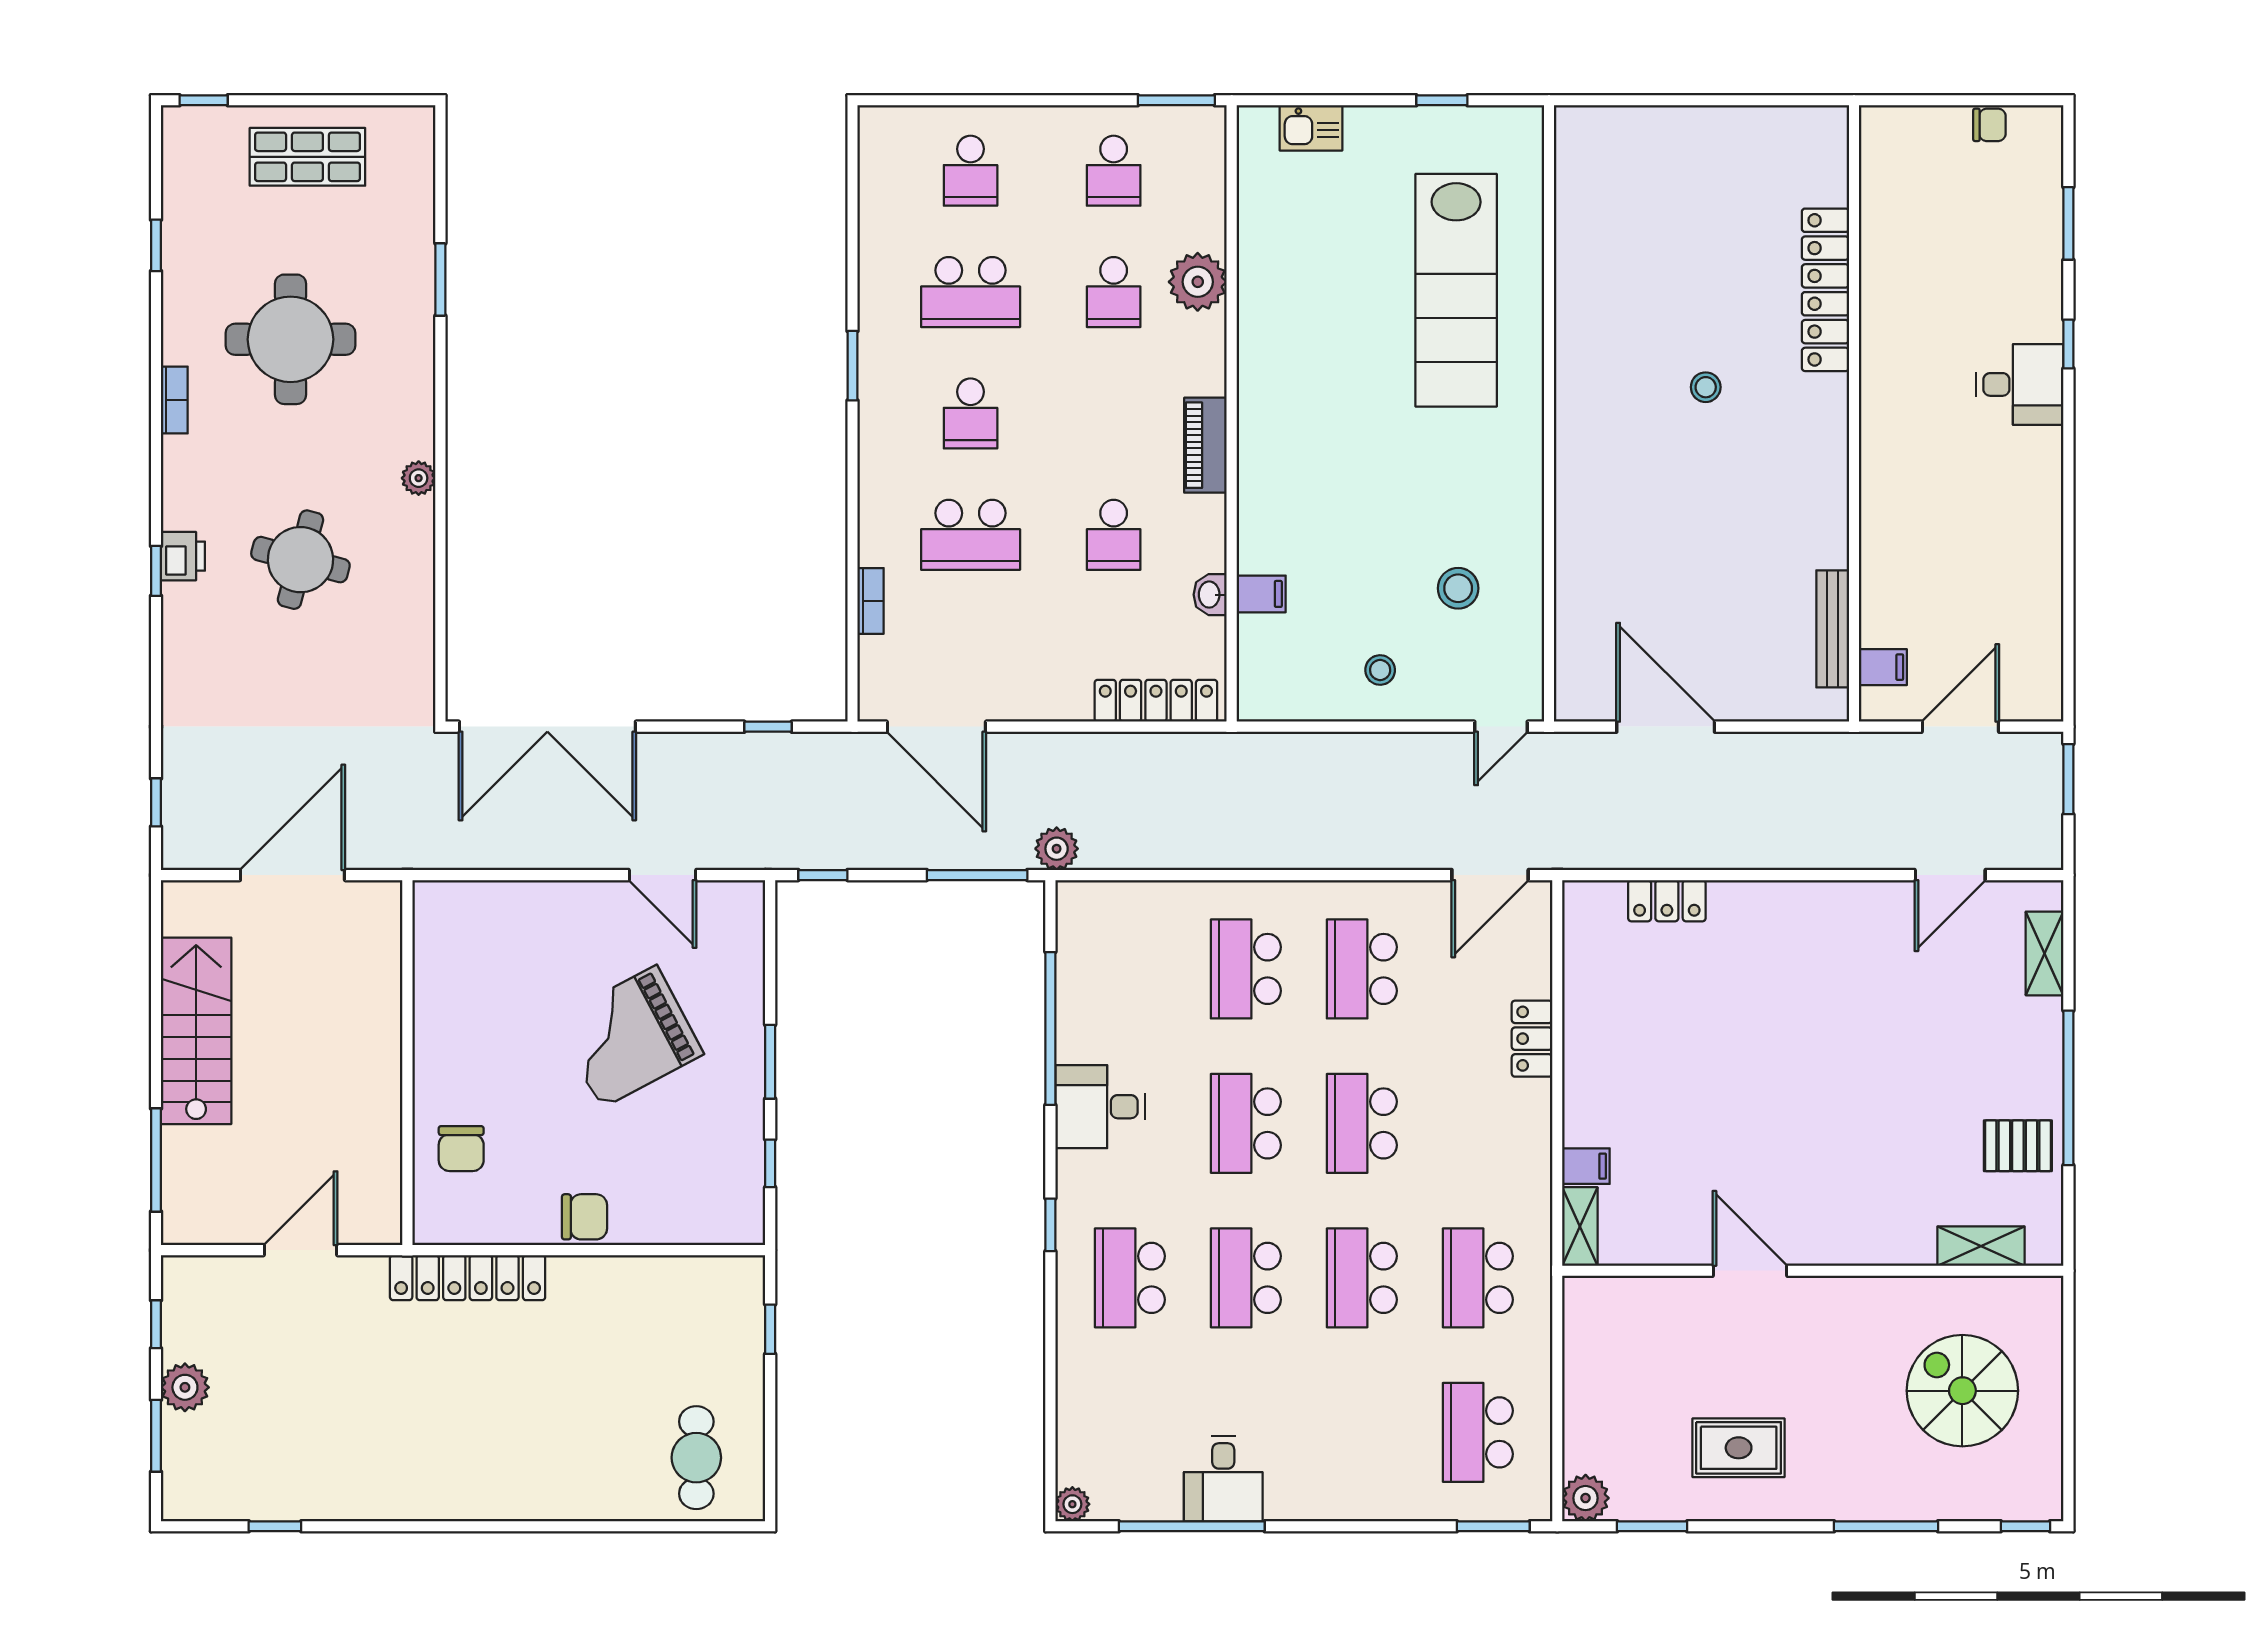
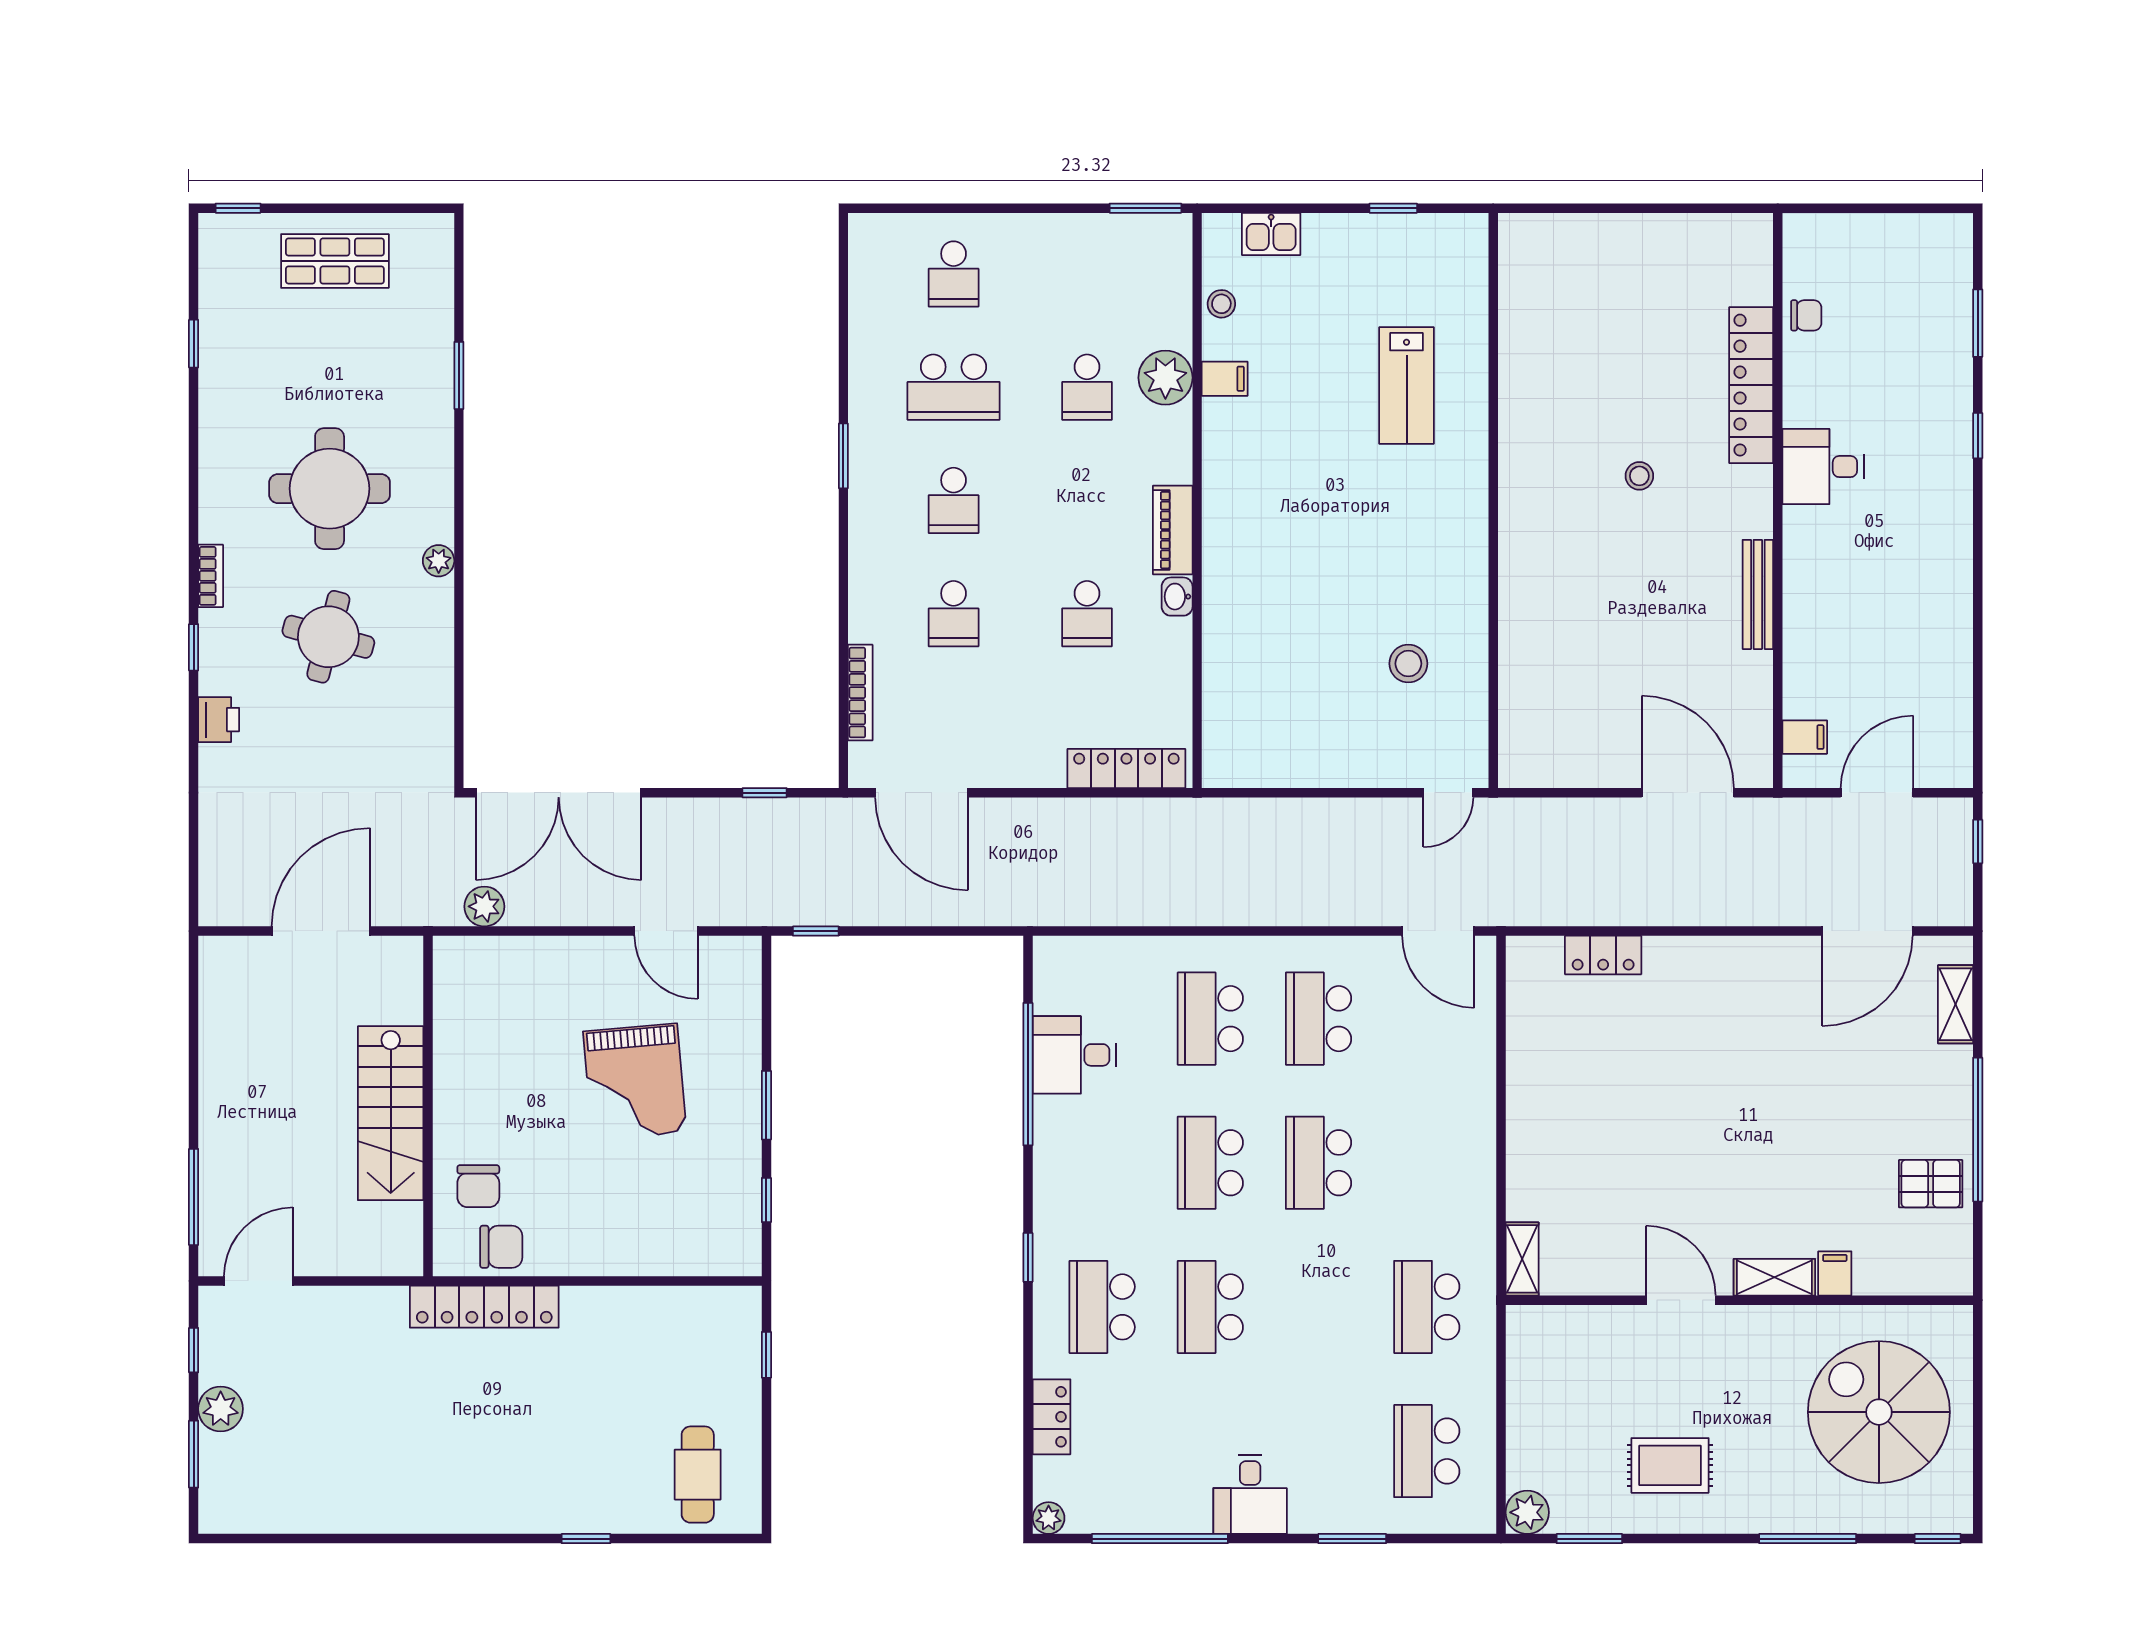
chair: (1989, 125) -> (1806, 315), moved
school desk: (1114, 171) -> (1087, 274), removed
lab bench: (1456, 290) -> (1407, 385), width x0.54, depth x0.72
round table: (290, 339) -> (330, 489), moved
desk: (2020, 384) -> (1823, 467), moved, turned 180
bookcase: (174, 400) -> (211, 576), moved
school desk: (971, 535) -> (954, 614), width x0.54
printer: (183, 556) -> (219, 720), moved
filing cabinet: (1261, 594) -> (1225, 379), moved
washbasin: (1210, 595) -> (1177, 597), moved
bookcase: (871, 601) -> (860, 693), width x1.56
bench: (1833, 629) -> (1758, 594), moved
stool: (1380, 670) -> (1221, 304), moved
door: (1666, 727) -> (1688, 793), moved
window: (2068, 779) -> (1978, 842), width x0.67
window: (156, 802) -> (194, 863), removed
plant: (1057, 849) -> (484, 906), moved
window: (977, 875) -> (960, 931), removed
door: (1490, 875) -> (1438, 931), hinge flipped
door: (1950, 875) -> (1867, 931), width x1.36
stairs: (196, 1031) -> (391, 1113), moved, turned 180
grand piano: (629, 1037) -> (635, 1082), turned -67
locker: (1532, 1039) -> (1052, 1417), moved, turned 180
desk: (1100, 1107) -> (1074, 1055), moved
filing cabinet: (1586, 1166) -> (1835, 1273), moved, turned -90
chair: (585, 1217) -> (501, 1247), moved
shelving: (1981, 1246) -> (1774, 1277), moved
door: (300, 1250) -> (258, 1281), moved
school desk: (1362, 1278) -> (1319, 1307), removed
spiral stairs: (1962, 1391) -> (1879, 1412), width x1.37, depth x1.37
desk: (1223, 1479) -> (1250, 1494), moved
window: (275, 1526) -> (586, 1539), moved
window: (1493, 1526) -> (1352, 1539), moved

